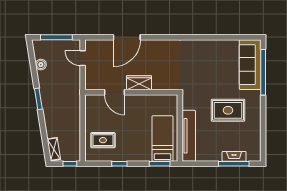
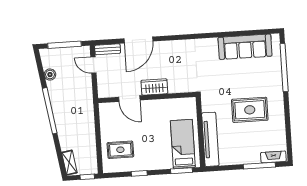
bench: (97, 44) -> (108, 49), added
sofa: (250, 65) -> (245, 47), moved, turned -90
window: (38, 99) -> (50, 111), width x2.11
fireplace: (234, 156) -> (273, 157), moved

